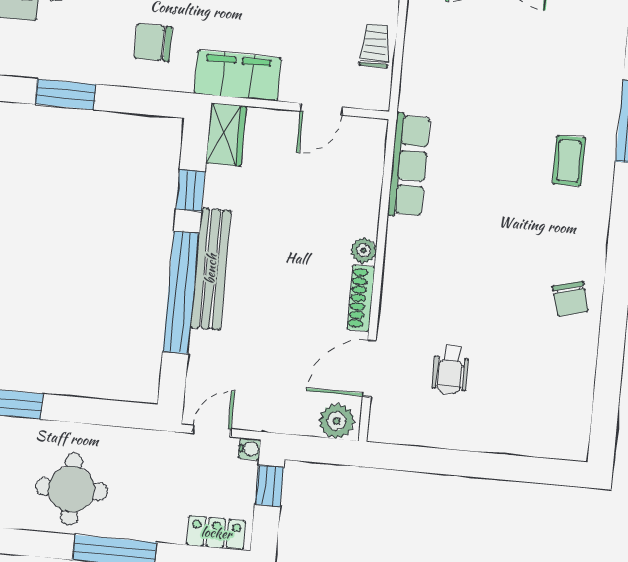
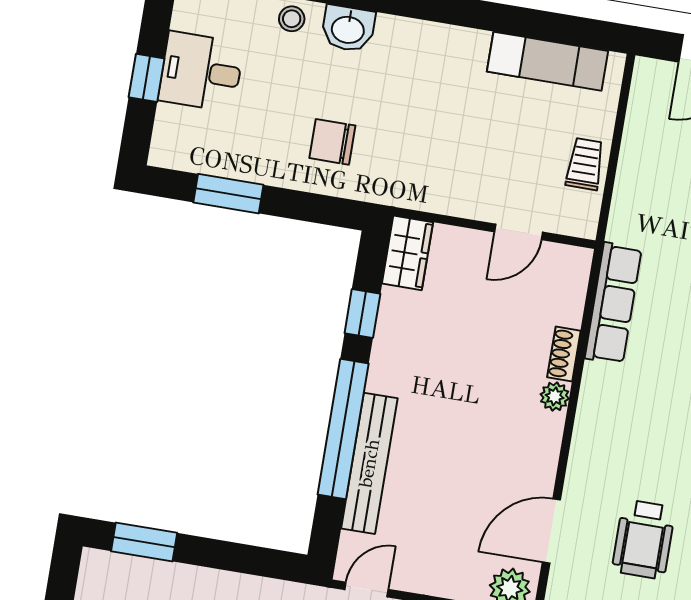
filing cabinet: (238, 76) -> (426, 187), removed
bench: (211, 269) -> (369, 463), moved
shoe rack: (361, 298) -> (564, 354), moved, width x0.70
wheelchair: (450, 370) -> (644, 539), width x1.36, depth x1.37

